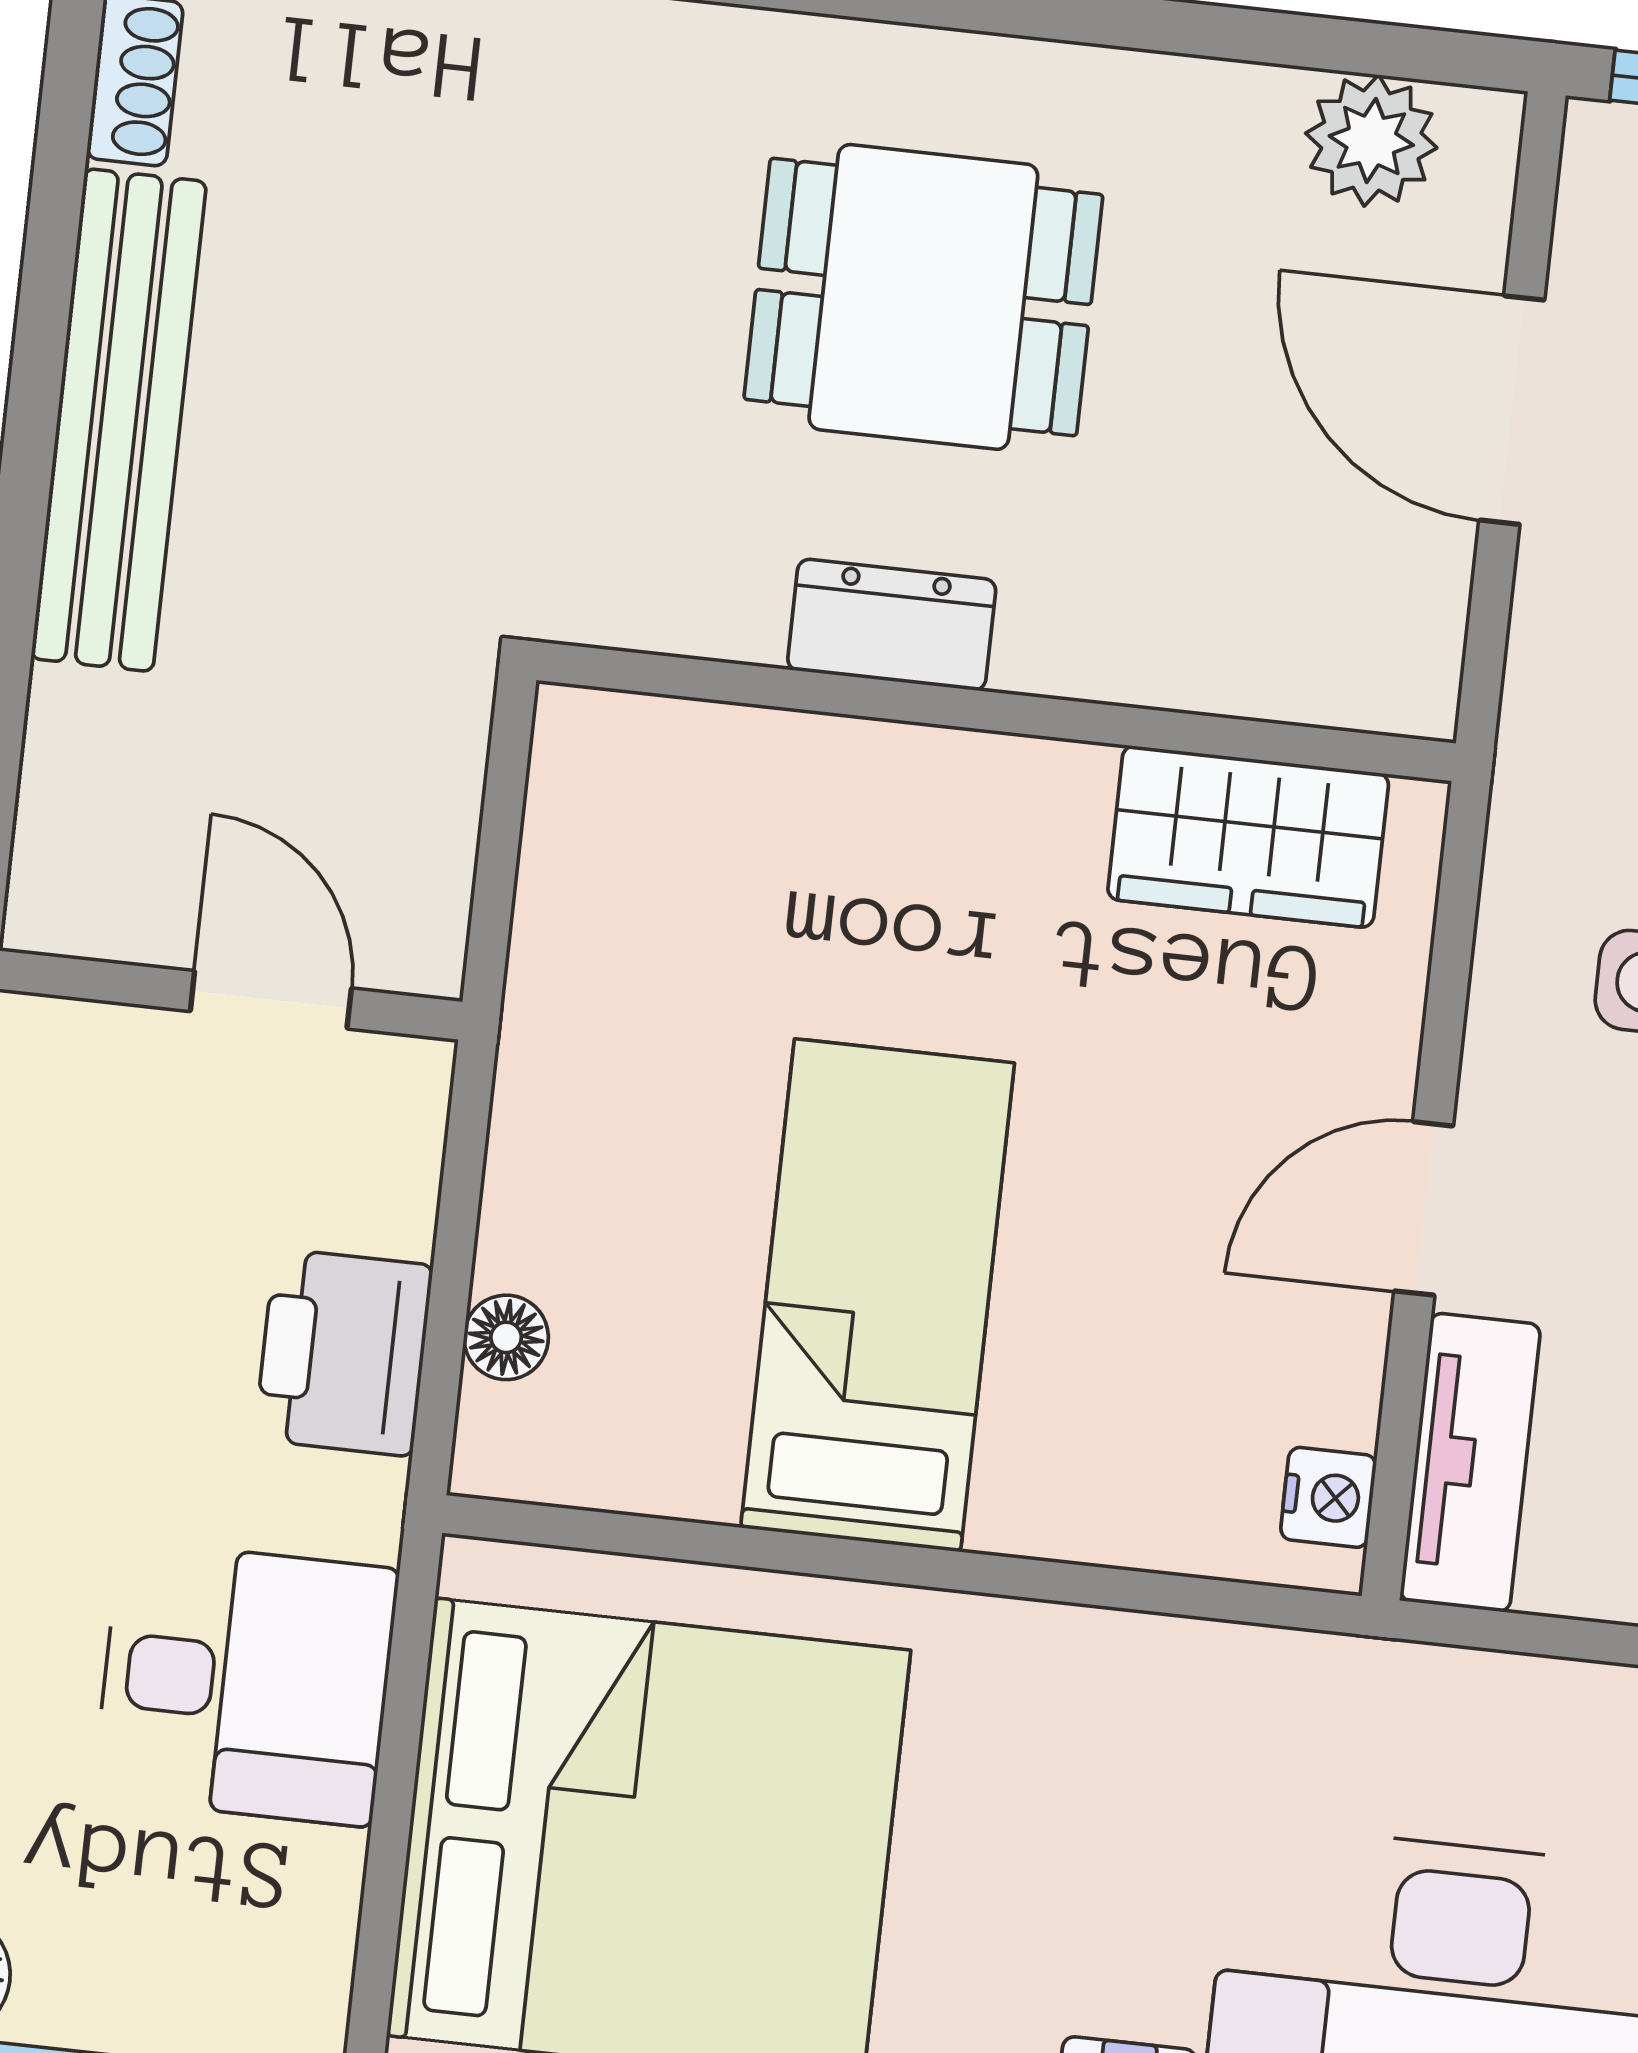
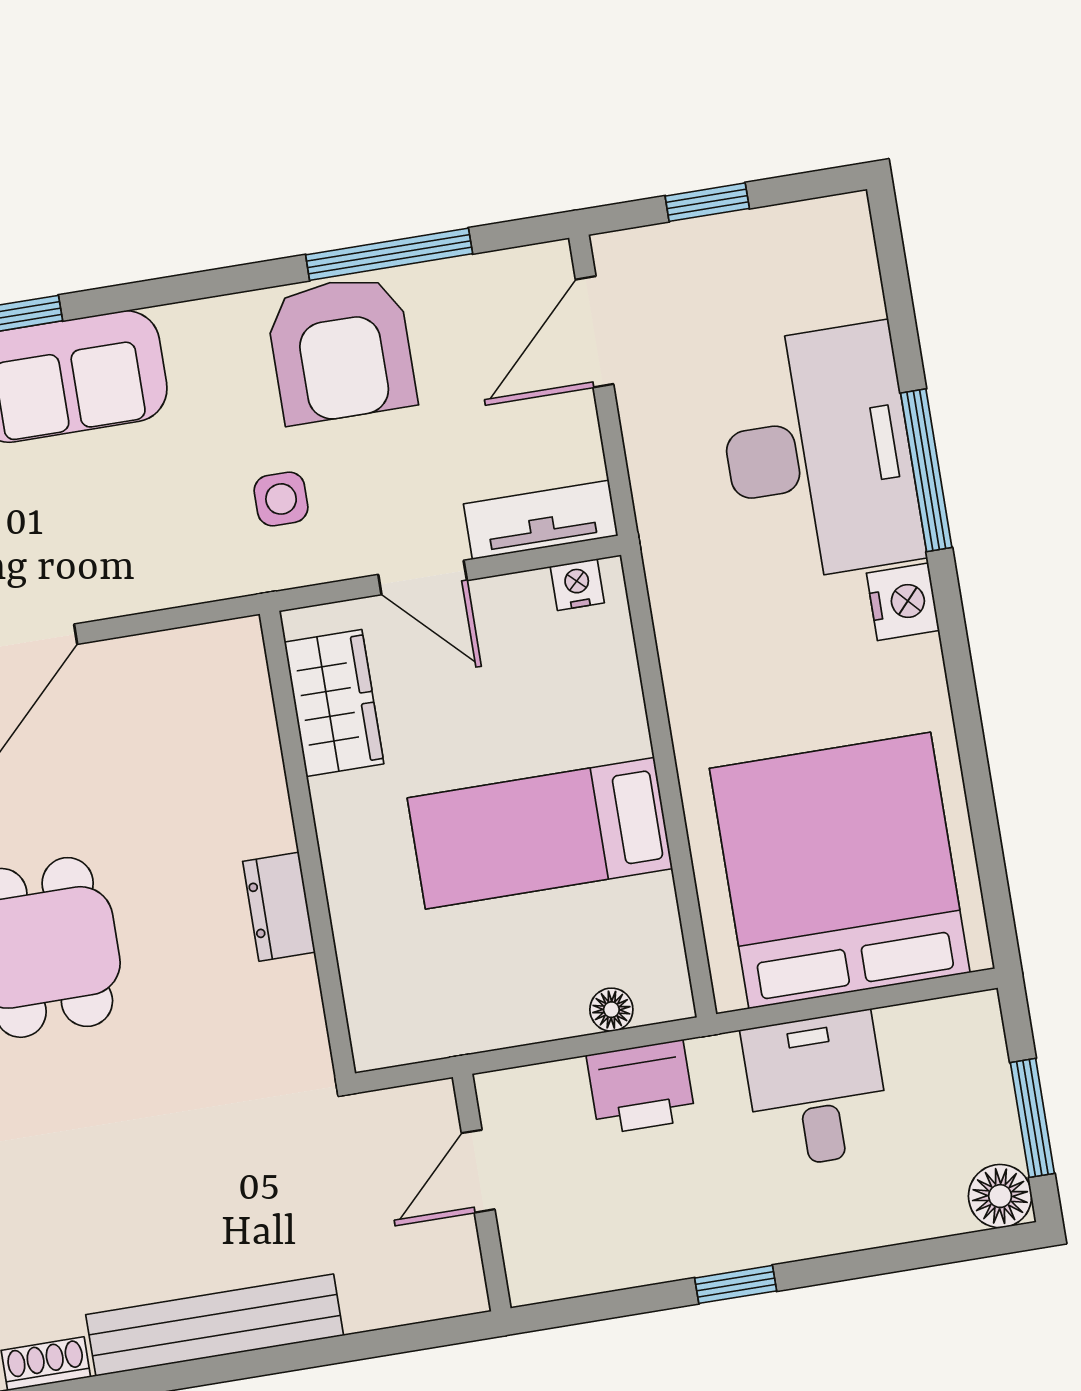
dresser: (892, 625) -> (279, 907), moved
wall: (996, 712) -> (307, 844), moved
wardrobe: (1248, 837) -> (334, 703), moved

